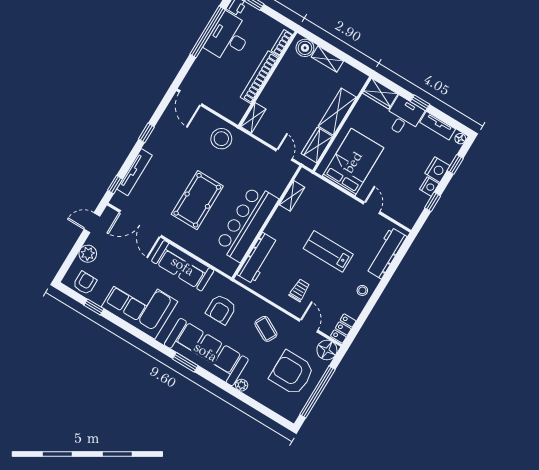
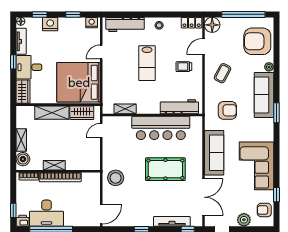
shelving: (253, 118) -> (54, 165), moved
bed: (353, 162) -> (79, 82), width x1.36
nightstand: (429, 187) -> (92, 23), moved
sofa: (206, 352) -> (264, 95), width x0.74, depth x0.79
armchair: (292, 373) -> (257, 41), moved, turned 90

